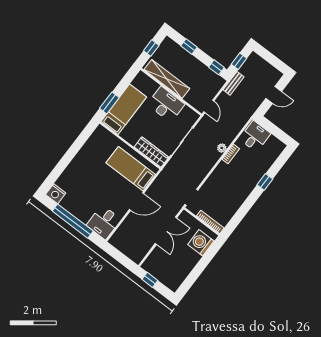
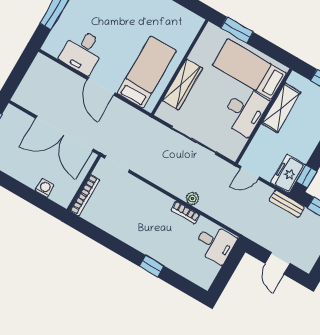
shelving: (167, 79) -> (281, 108), width x0.68
freezer: (213, 80) -> (288, 174), added
bed: (124, 109) -> (250, 69), moved, turned 180
wardrobe: (151, 152) -> (182, 85), moved
desk: (104, 222) -> (83, 51), moved, turned -90
double door: (166, 231) -> (64, 134), width x1.36
washing machine: (201, 243) -> (45, 188), width x0.53, depth x0.53

